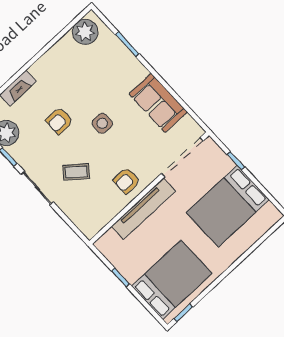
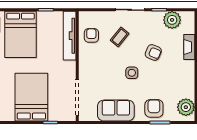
armchair: (118, 64) -> (154, 108), added
armchair: (59, 121) -> (153, 52), turned 112
armchair: (127, 181) -> (91, 35), moved
tv unit: (143, 209) -> (70, 36), moved

